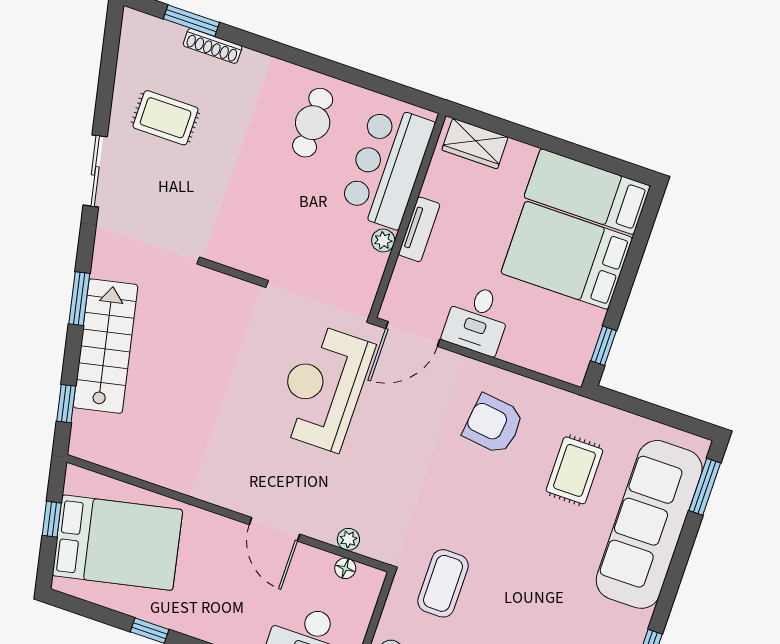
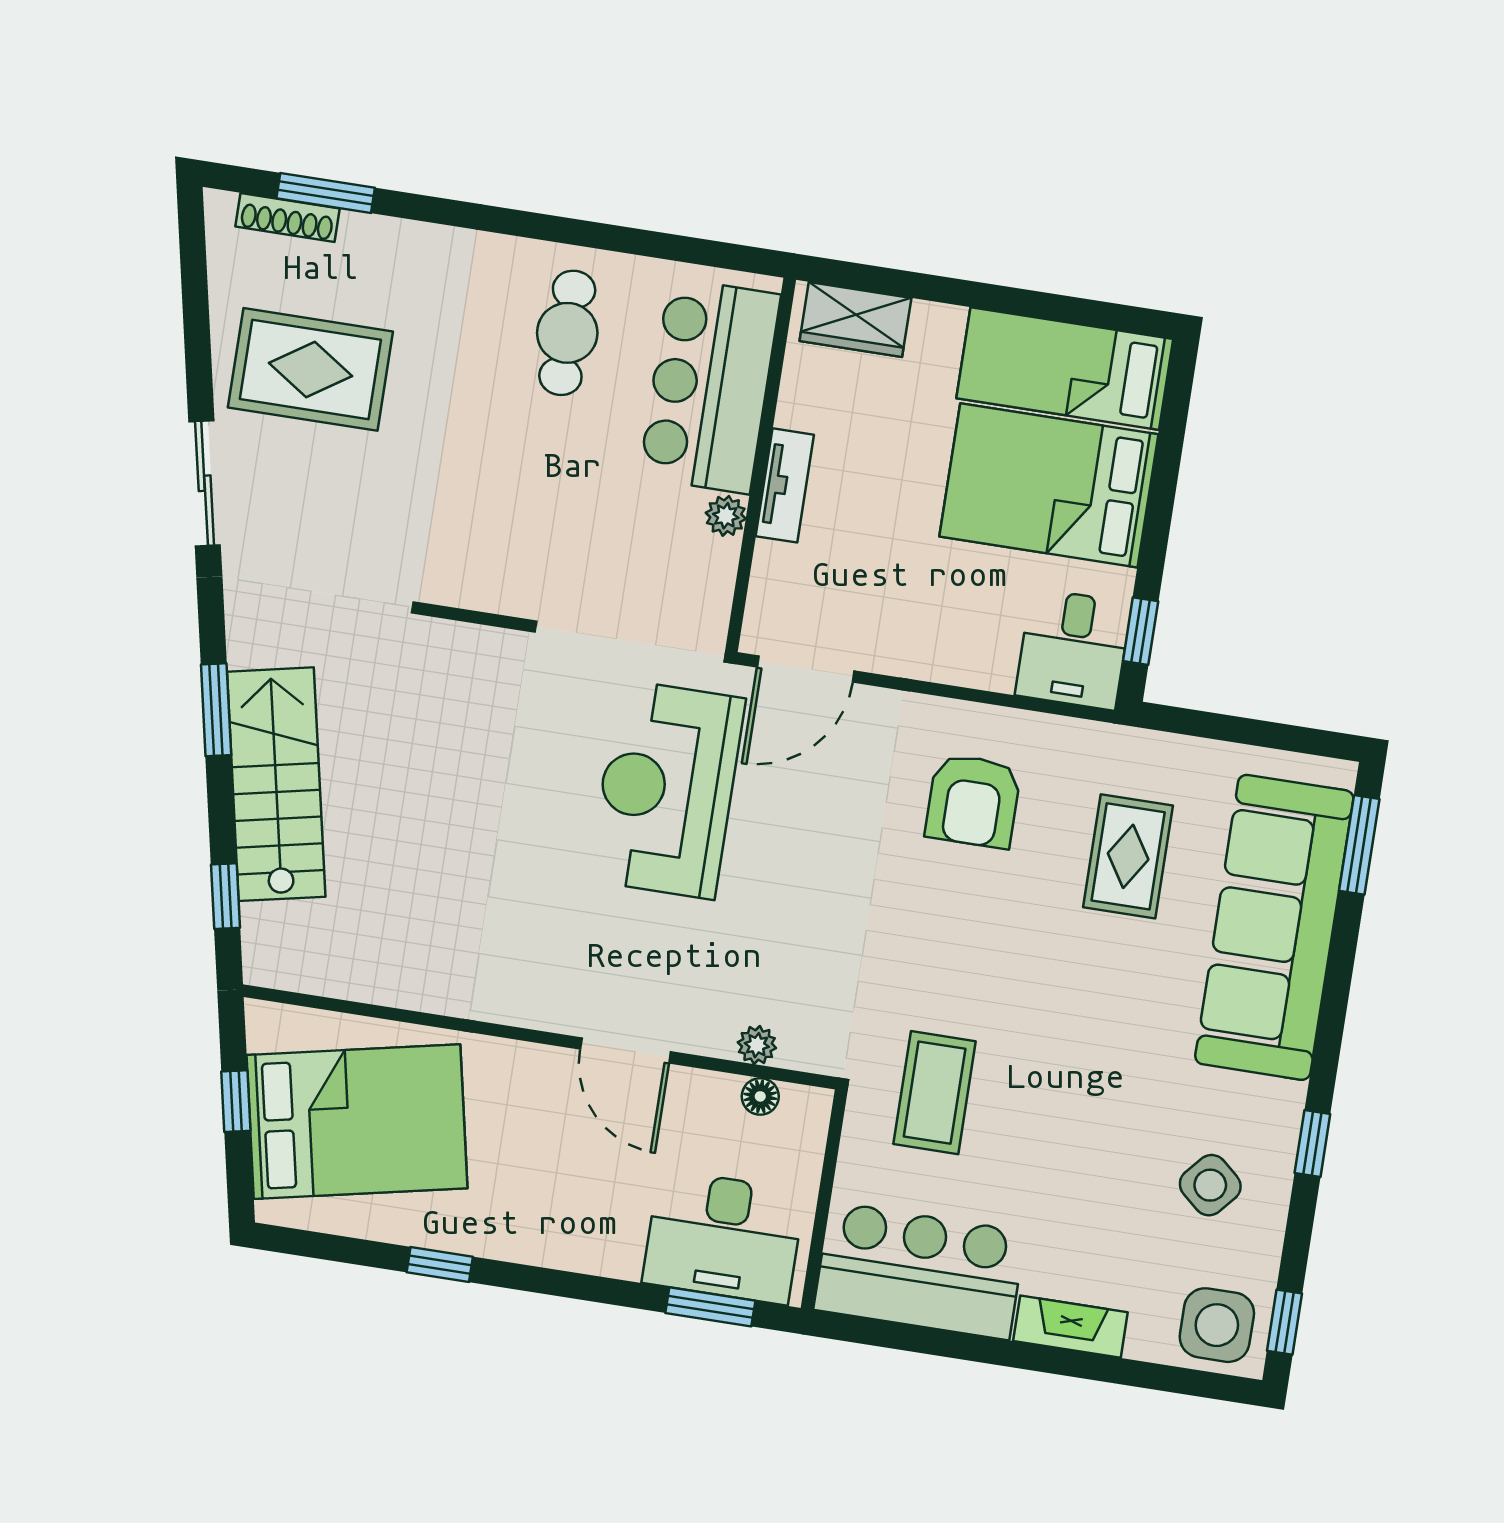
shoe rack: (213, 46) -> (287, 217), moved
rug: (166, 118) -> (310, 369), width x1.36, depth x1.43
desk: (477, 319) -> (1073, 649), moved
armchair: (493, 424) -> (973, 801), turned -97

